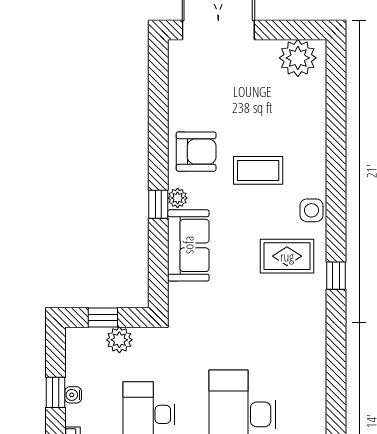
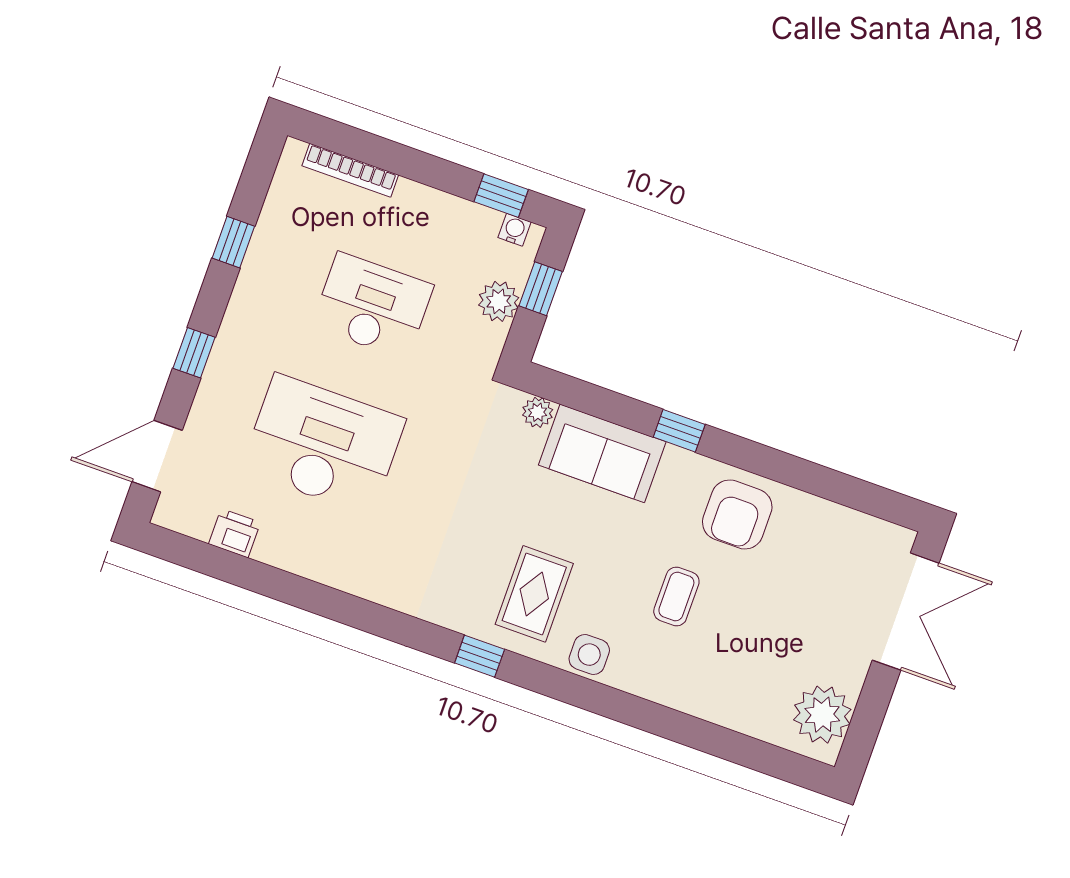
coffee table: (258, 170) -> (676, 596), width x0.73, depth x0.77
plant: (178, 198) -> (538, 412), moved
window: (55, 392) -> (501, 196), moved
water cooler: (73, 395) -> (514, 230), moved

